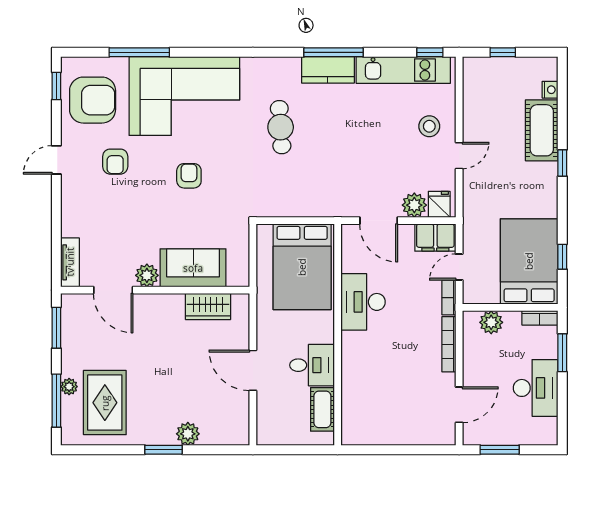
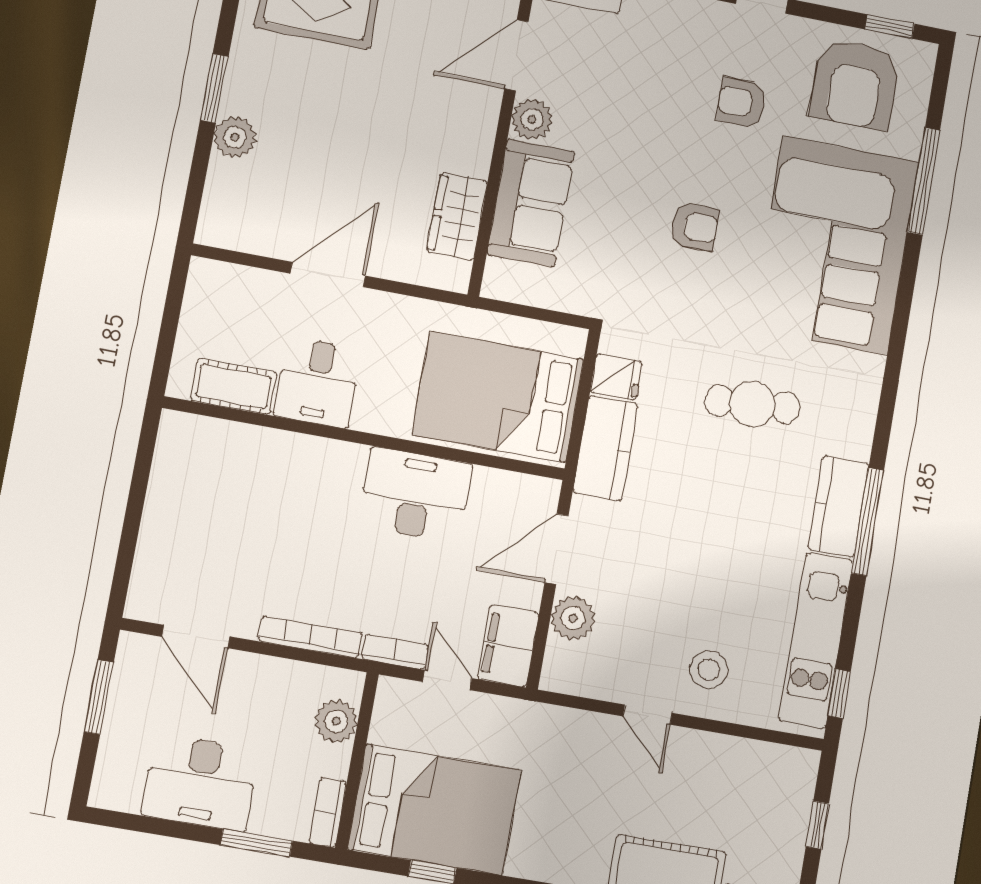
kitchen counter: (319, 204) -> (605, 448), added
fridge: (439, 204) -> (616, 377), moved

